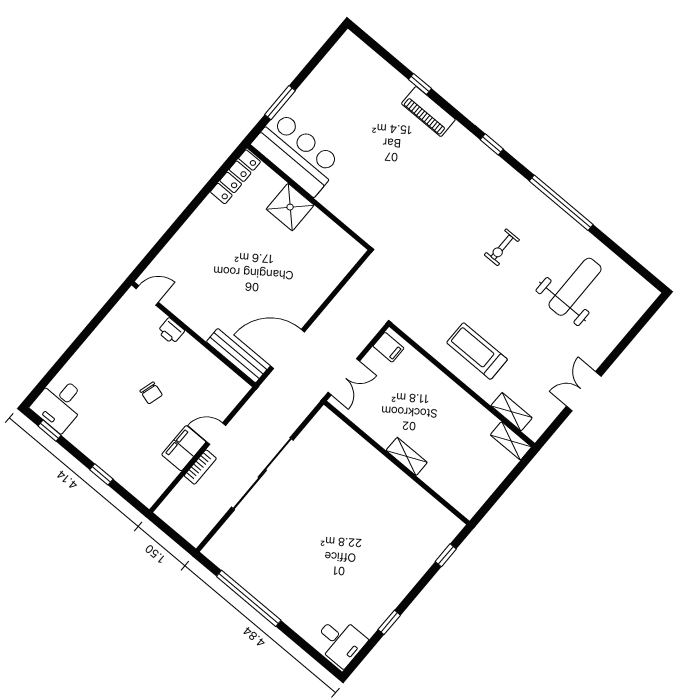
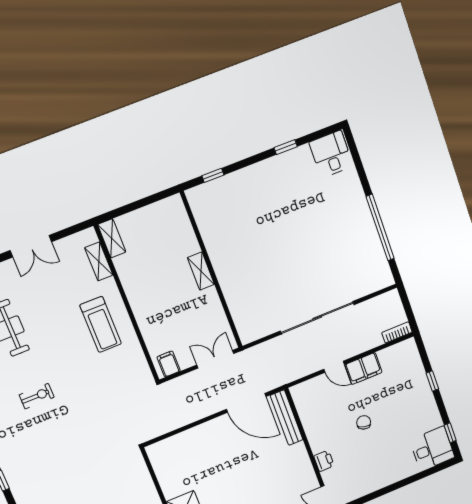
bookcase: (200, 467) -> (397, 332), moved

